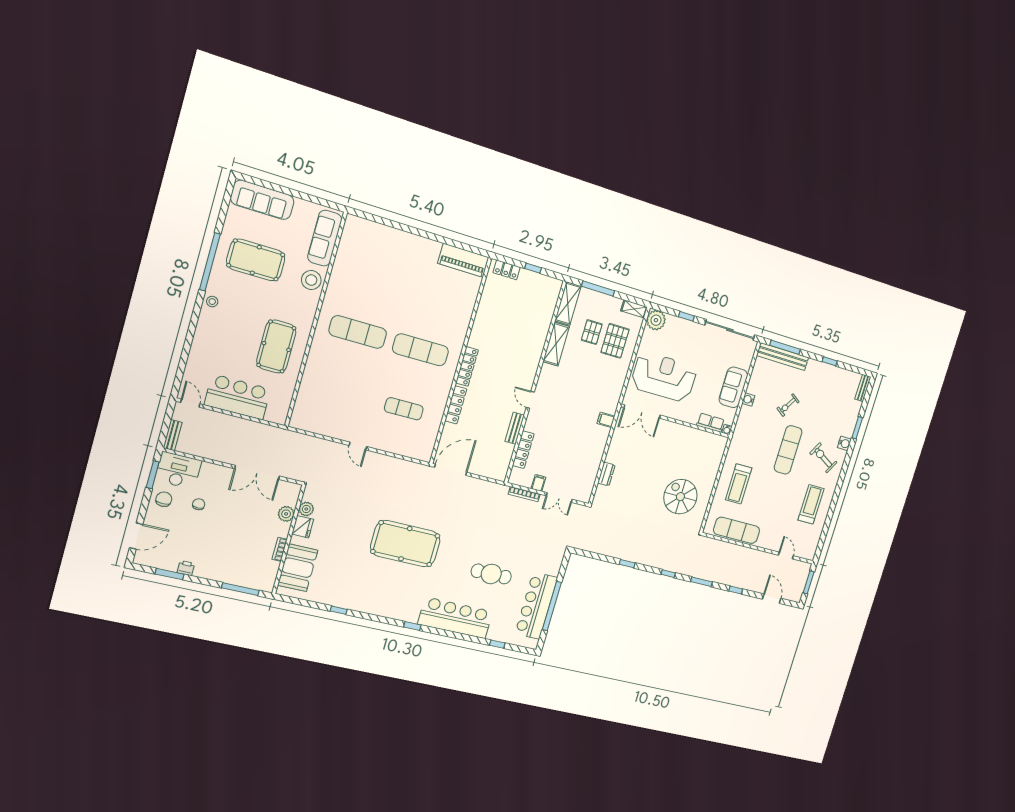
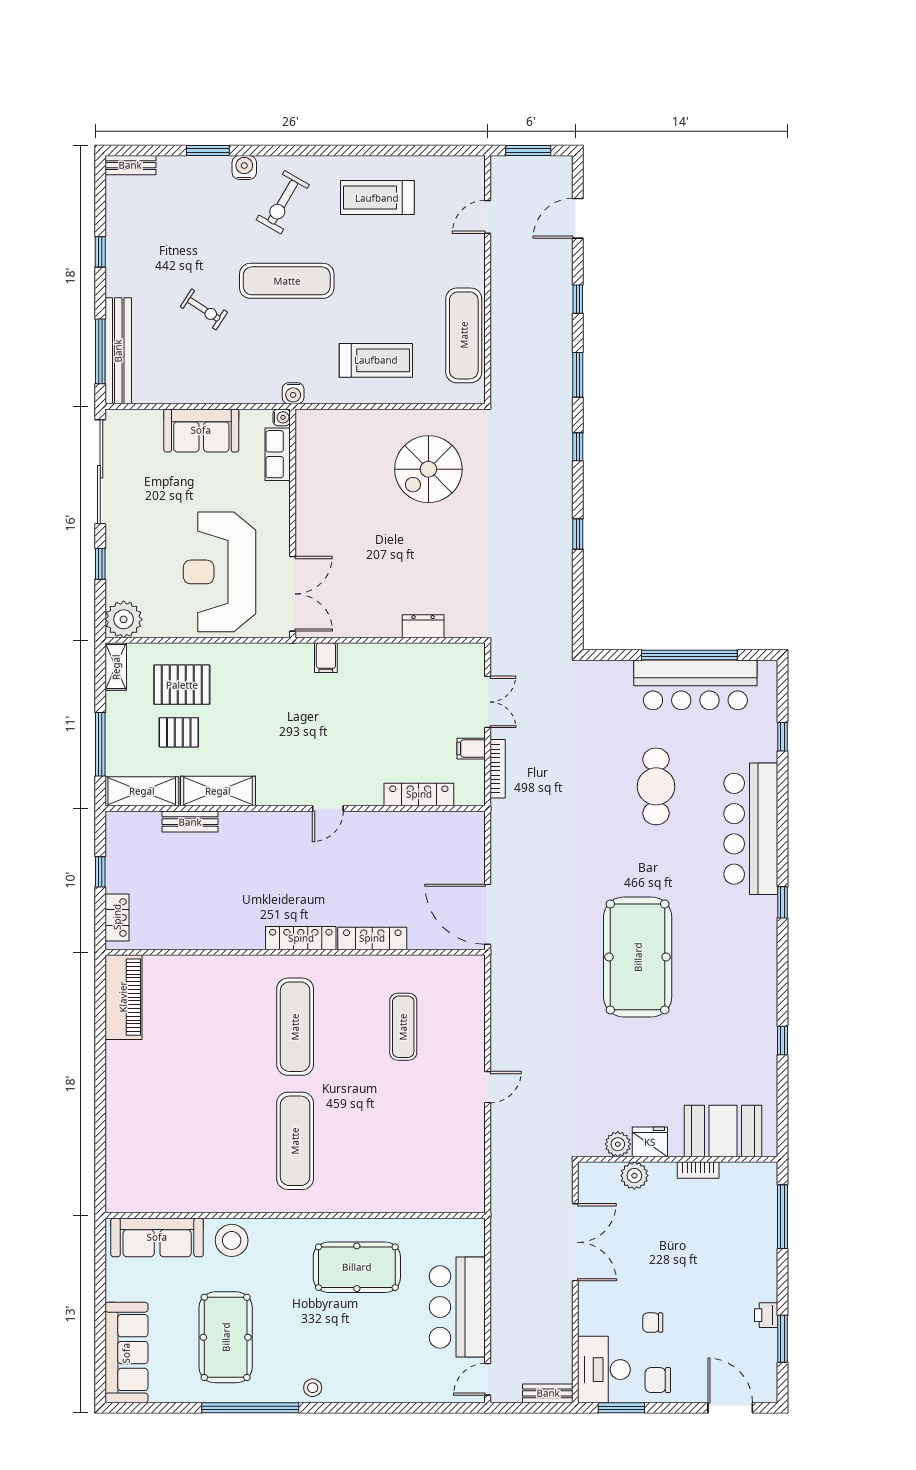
water cooler: (748, 399) -> (293, 393), moved
bench: (515, 428) -> (190, 822), moved

